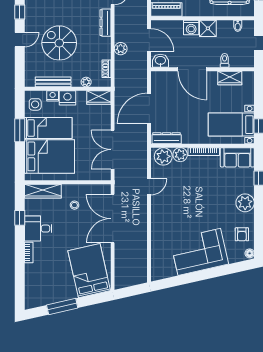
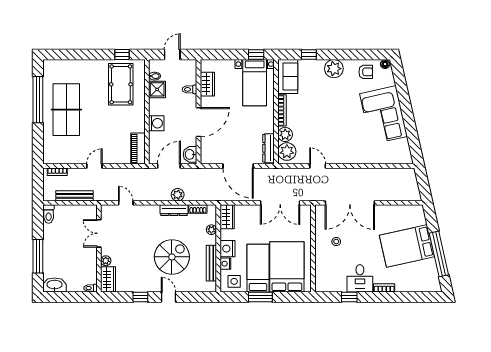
dresser: (105, 23) -> (174, 210), moved
shower: (208, 28) -> (157, 89), moved
spiral stairs: (59, 43) -> (172, 257), turned 180
wardrobe: (43, 191) -> (322, 274), removed
bed: (89, 271) -> (407, 246), moved
window: (62, 306) -> (439, 254), width x1.46

